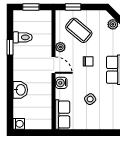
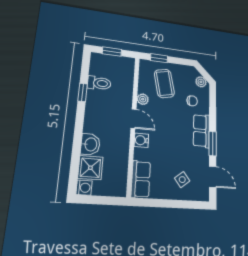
coffee table: (79, 30) -> (164, 83), turned 38
chair: (88, 61) -> (192, 101), moved
side table: (90, 99) -> (182, 180), moved
shower: (22, 108) -> (90, 168), added

